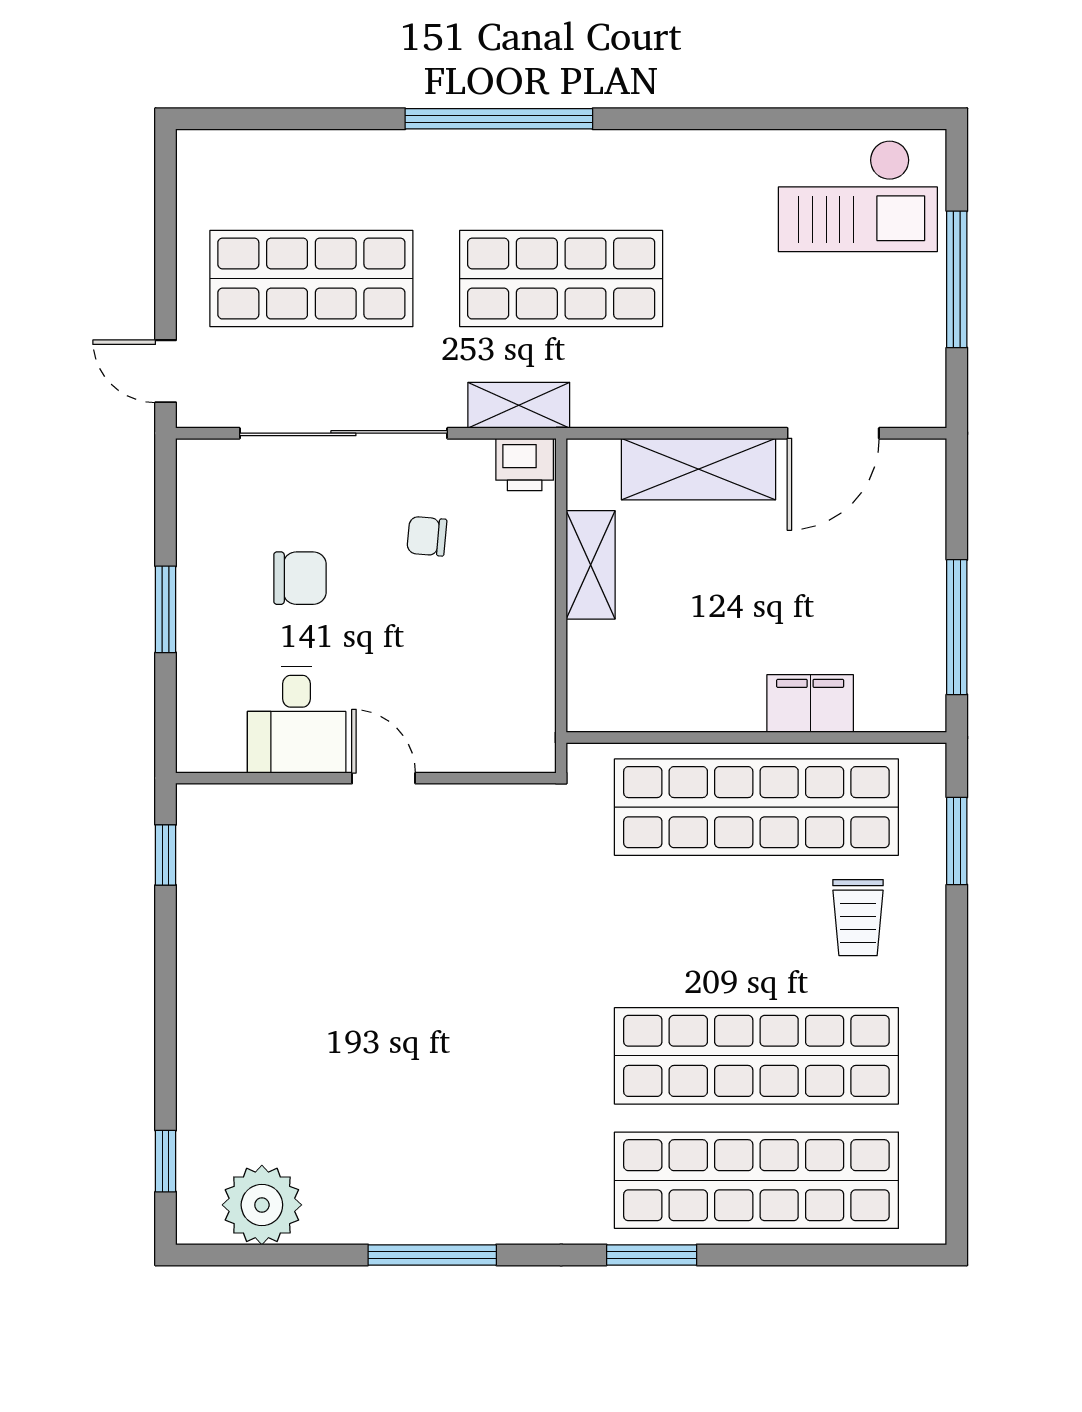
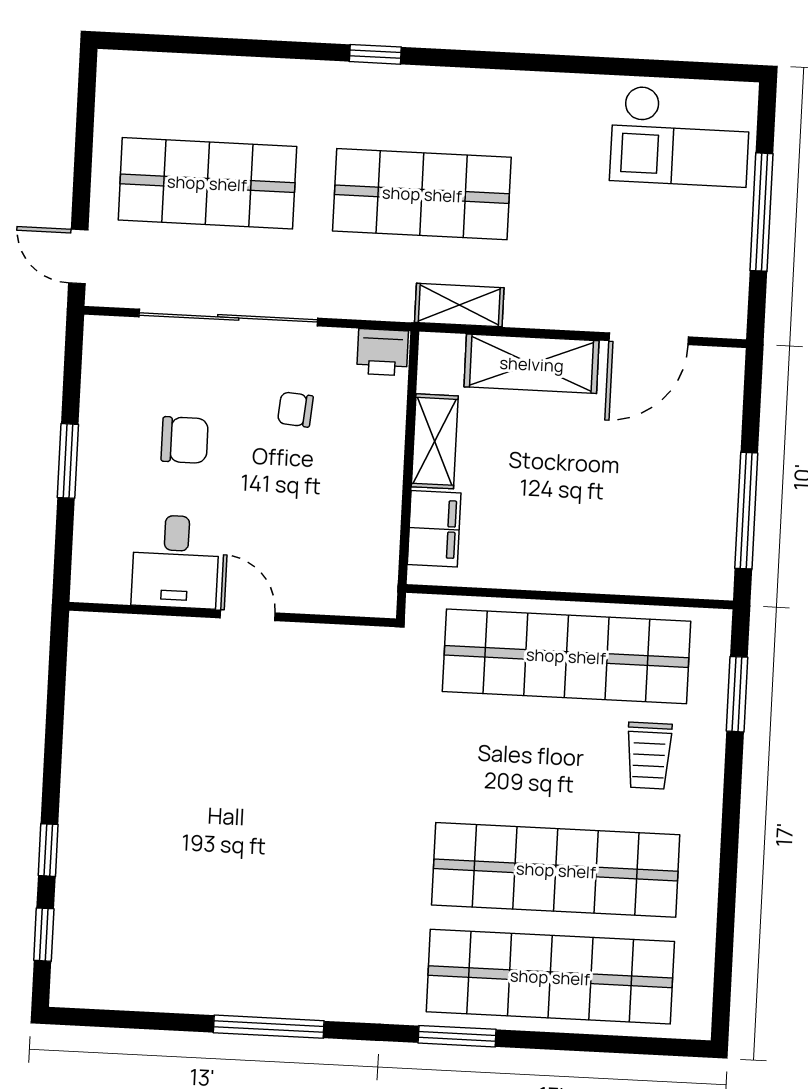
window: (499, 119) -> (375, 54), width x0.32
shelving: (519, 405) -> (459, 305), moved
filing cabinet: (810, 704) -> (434, 529), moved, turned 90
window: (166, 855) -> (48, 850), moved
plant: (262, 1205) -> (125, 976), removed

